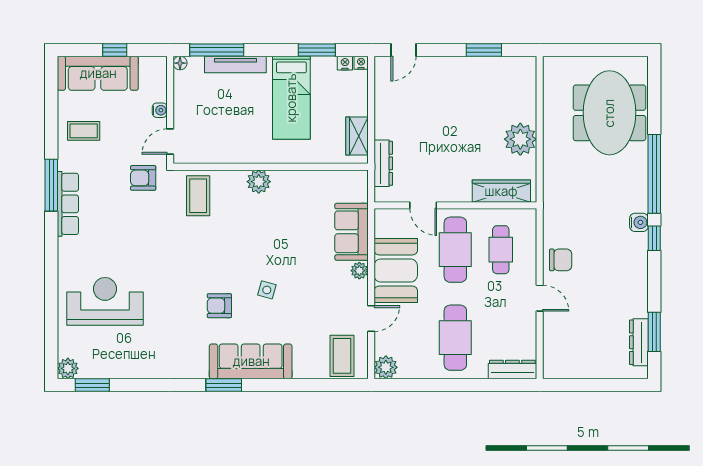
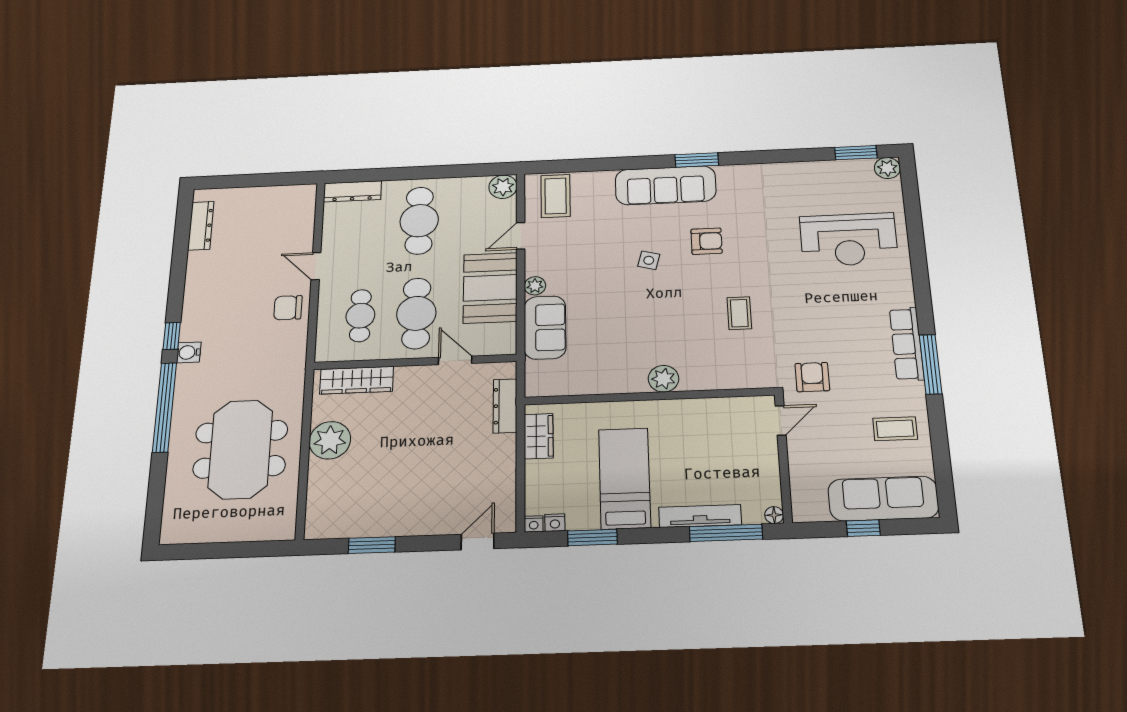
water cooler: (160, 110) -> (797, 457), removed
meeting table: (609, 113) -> (240, 449), moved
armchair: (143, 178) -> (812, 377), turned -90
coffee table: (198, 196) -> (739, 313), moved, width x0.73, depth x0.77
window: (654, 332) -> (182, 237), removed

